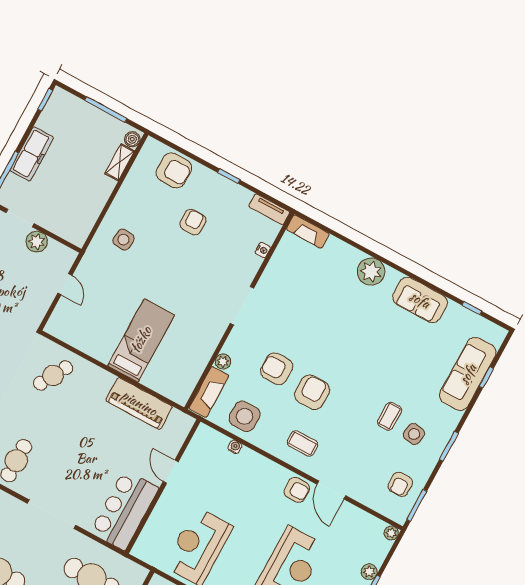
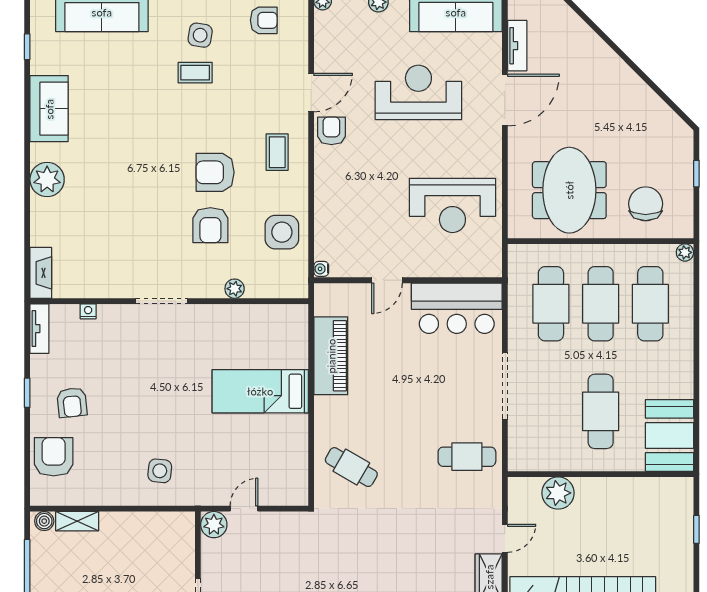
armchair: (193, 222) -> (72, 403), moved, turned -96
plant: (37, 242) -> (214, 525), moved
fireplace: (209, 392) -> (276, 286), removed
water cooler: (235, 447) -> (321, 269), moved

